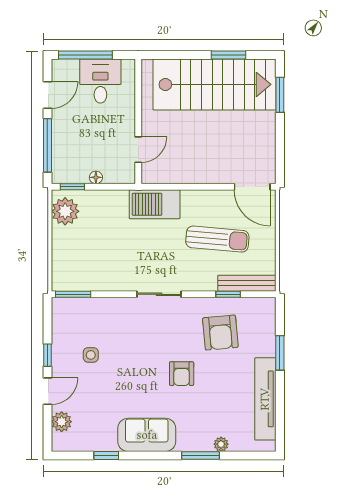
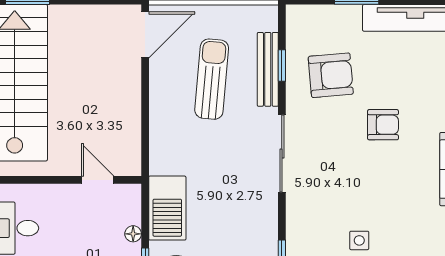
barbecue: (155, 204) -> (167, 208), moved
bench: (247, 283) -> (268, 69), moved
sliding door: (159, 294) -> (282, 153), width x1.37

